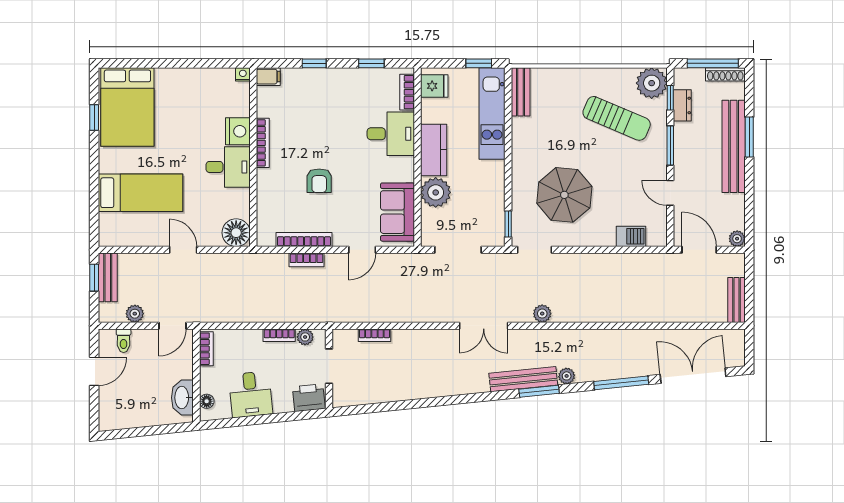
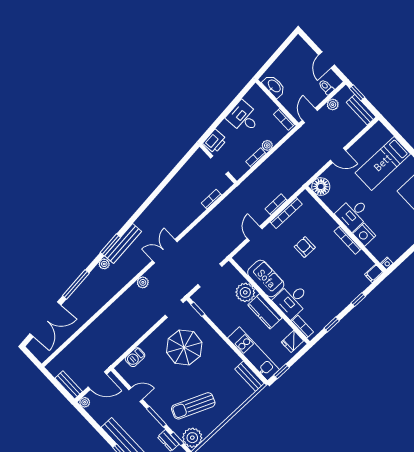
sofa: (397, 212) -> (266, 279), moved
window: (94, 278) -> (357, 93), moved
bench: (736, 300) -> (69, 385), moved
plant: (305, 337) -> (267, 145), moved
floor lamp: (207, 401) -> (261, 95), removed

